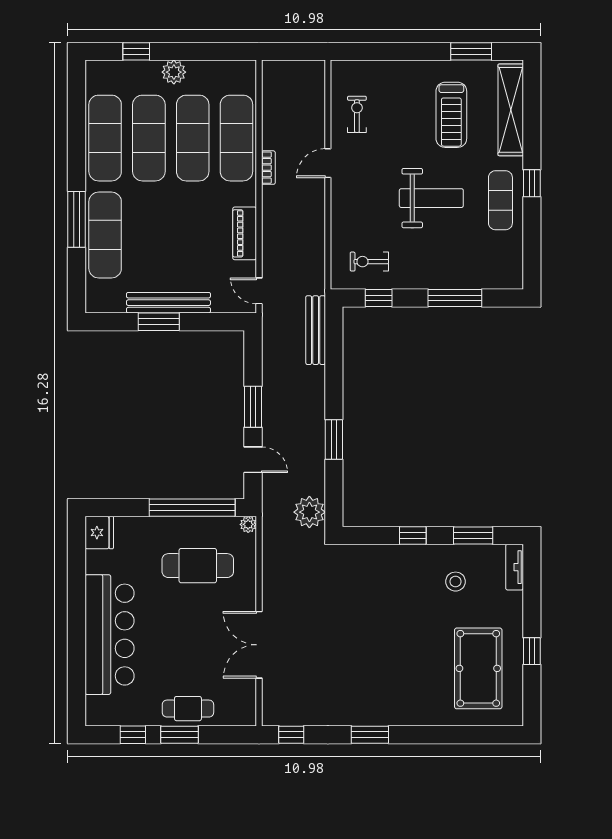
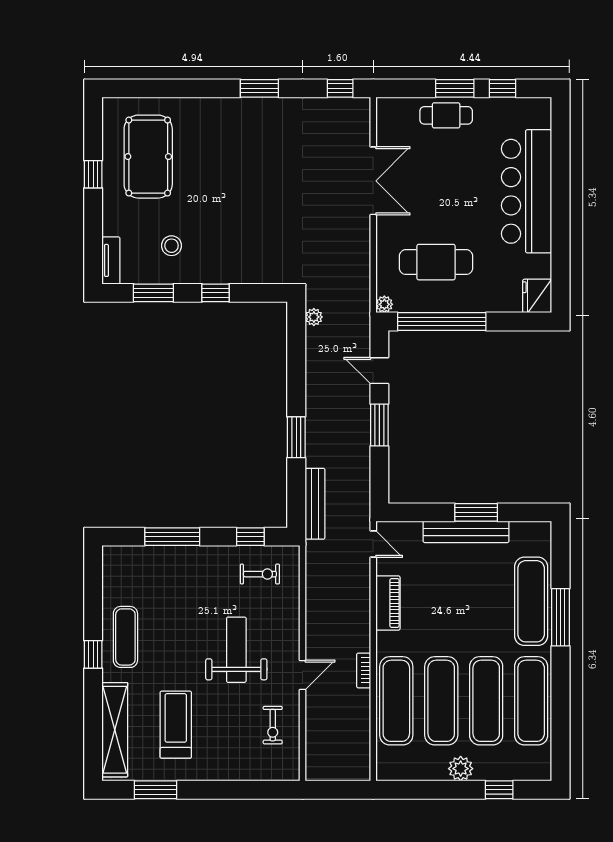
weight bench: (431, 198) -> (236, 650), moved, turned 90
window: (334, 440) -> (296, 437), moved
plant: (309, 512) -> (314, 317), width x0.53, depth x0.53

